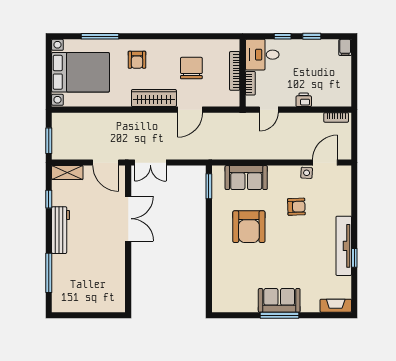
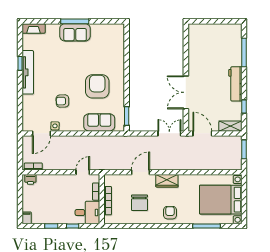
armchair: (137, 60) -> (170, 213), moved
wardrobe: (154, 98) -> (167, 181), width x0.67
printer: (304, 100) -> (30, 179), moved

